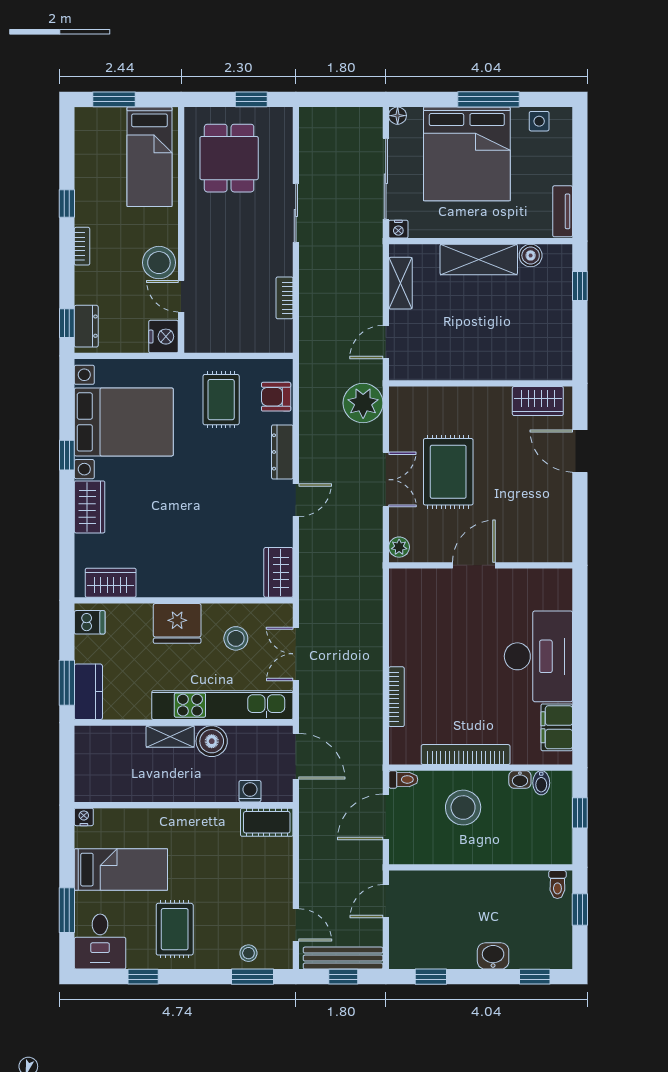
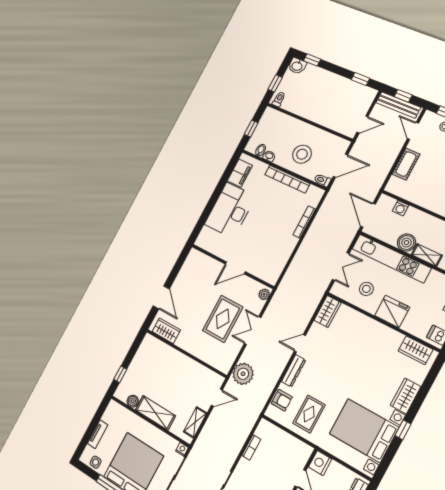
tv unit: (563, 211) -> (98, 434), moved
cot: (267, 822) -> (406, 164), moved, turned 90
washbasin: (493, 956) -> (297, 66), moved

